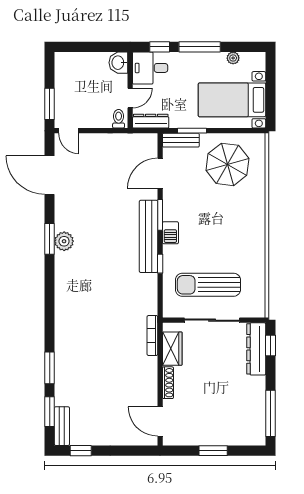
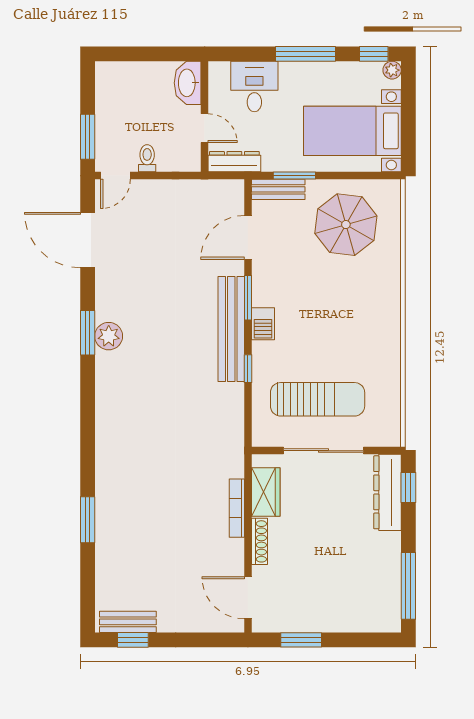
window: (160, 47) -> (374, 54), moved
plant: (233, 58) -> (392, 70), moved
washbasin: (118, 63) -> (188, 83), width x1.38
desk: (150, 68) -> (254, 86), moved, turned 90
door: (130, 98) -> (205, 128), hinge flipped
toilet: (119, 119) -> (147, 158), moved
door: (69, 131) -> (115, 176), hinge flipped
sun lounger: (208, 285) -> (318, 399), turned 180
bookcase: (152, 335) -> (237, 508), moved
window: (50, 412) -> (88, 583), removed
bench: (62, 426) -> (128, 622), moved, turned 90
window: (213, 451) -> (301, 640), moved

